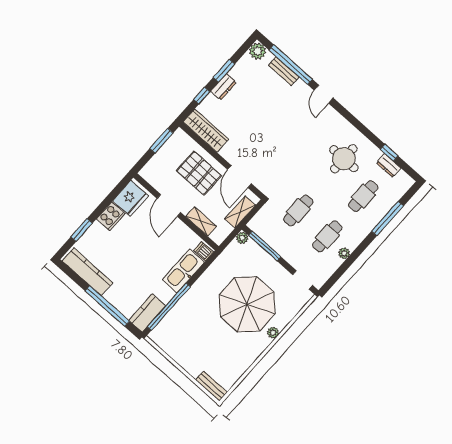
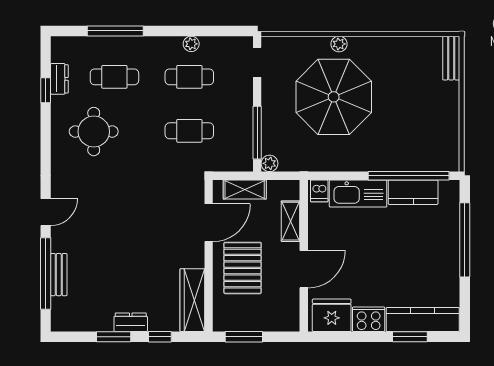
plant: (258, 51) -> (62, 320), removed
kitchen counter: (87, 272) -> (423, 319), moved, turned 90
kitchen counter: (147, 313) -> (413, 192), moved

